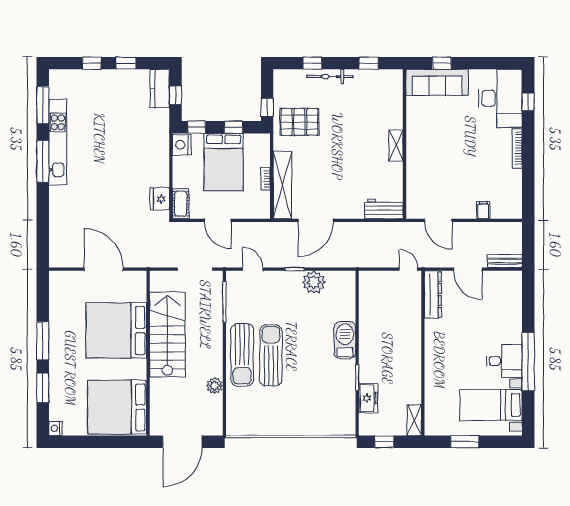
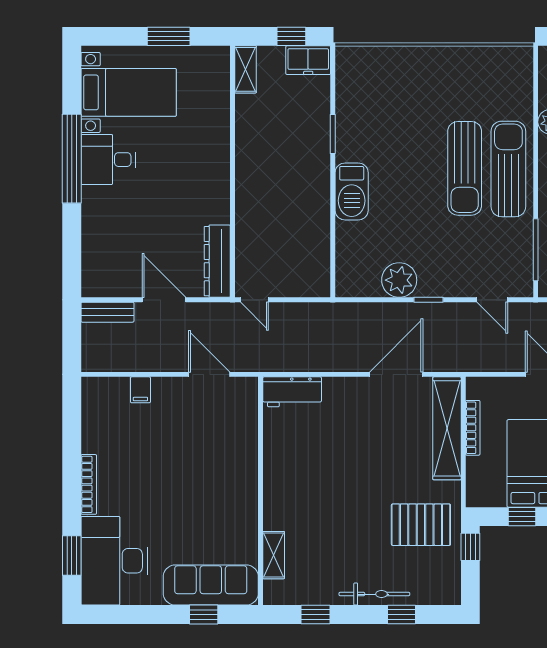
window: (528, 102) -> (72, 556), width x1.50
shelving: (396, 145) -> (274, 555), moved
bookcase: (266, 179) -> (473, 428), width x1.56
freezer: (368, 398) -> (308, 60), moved, turned -90

